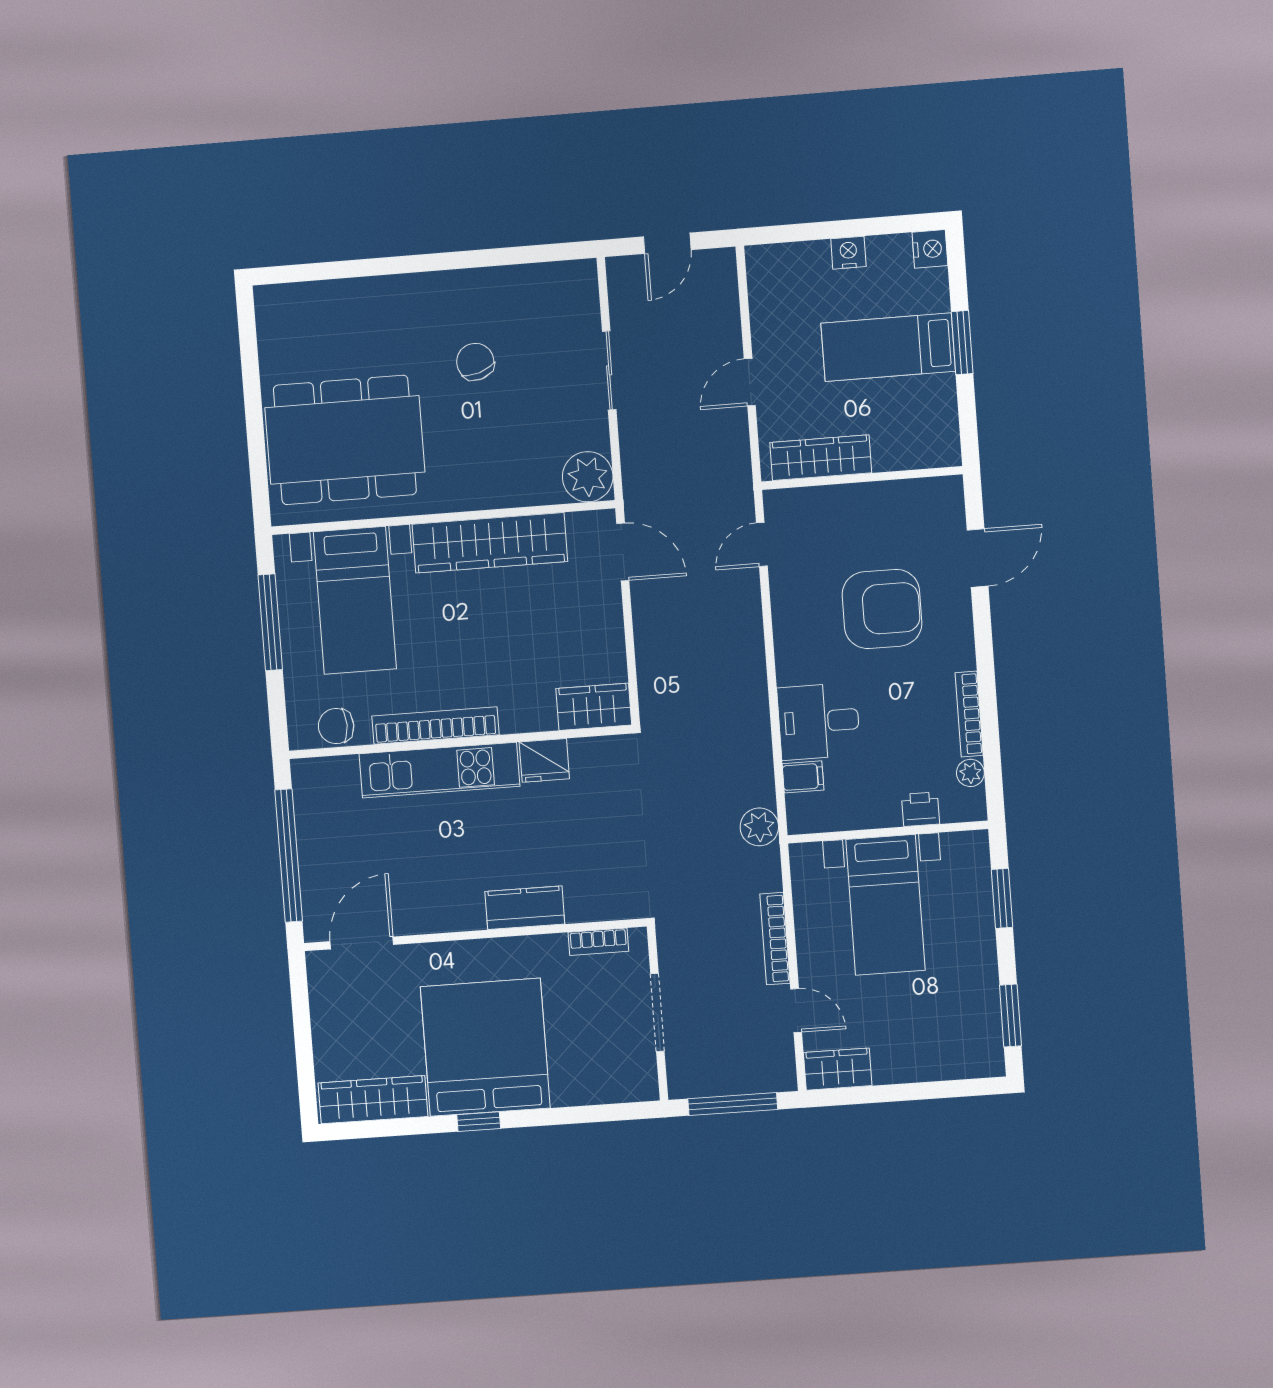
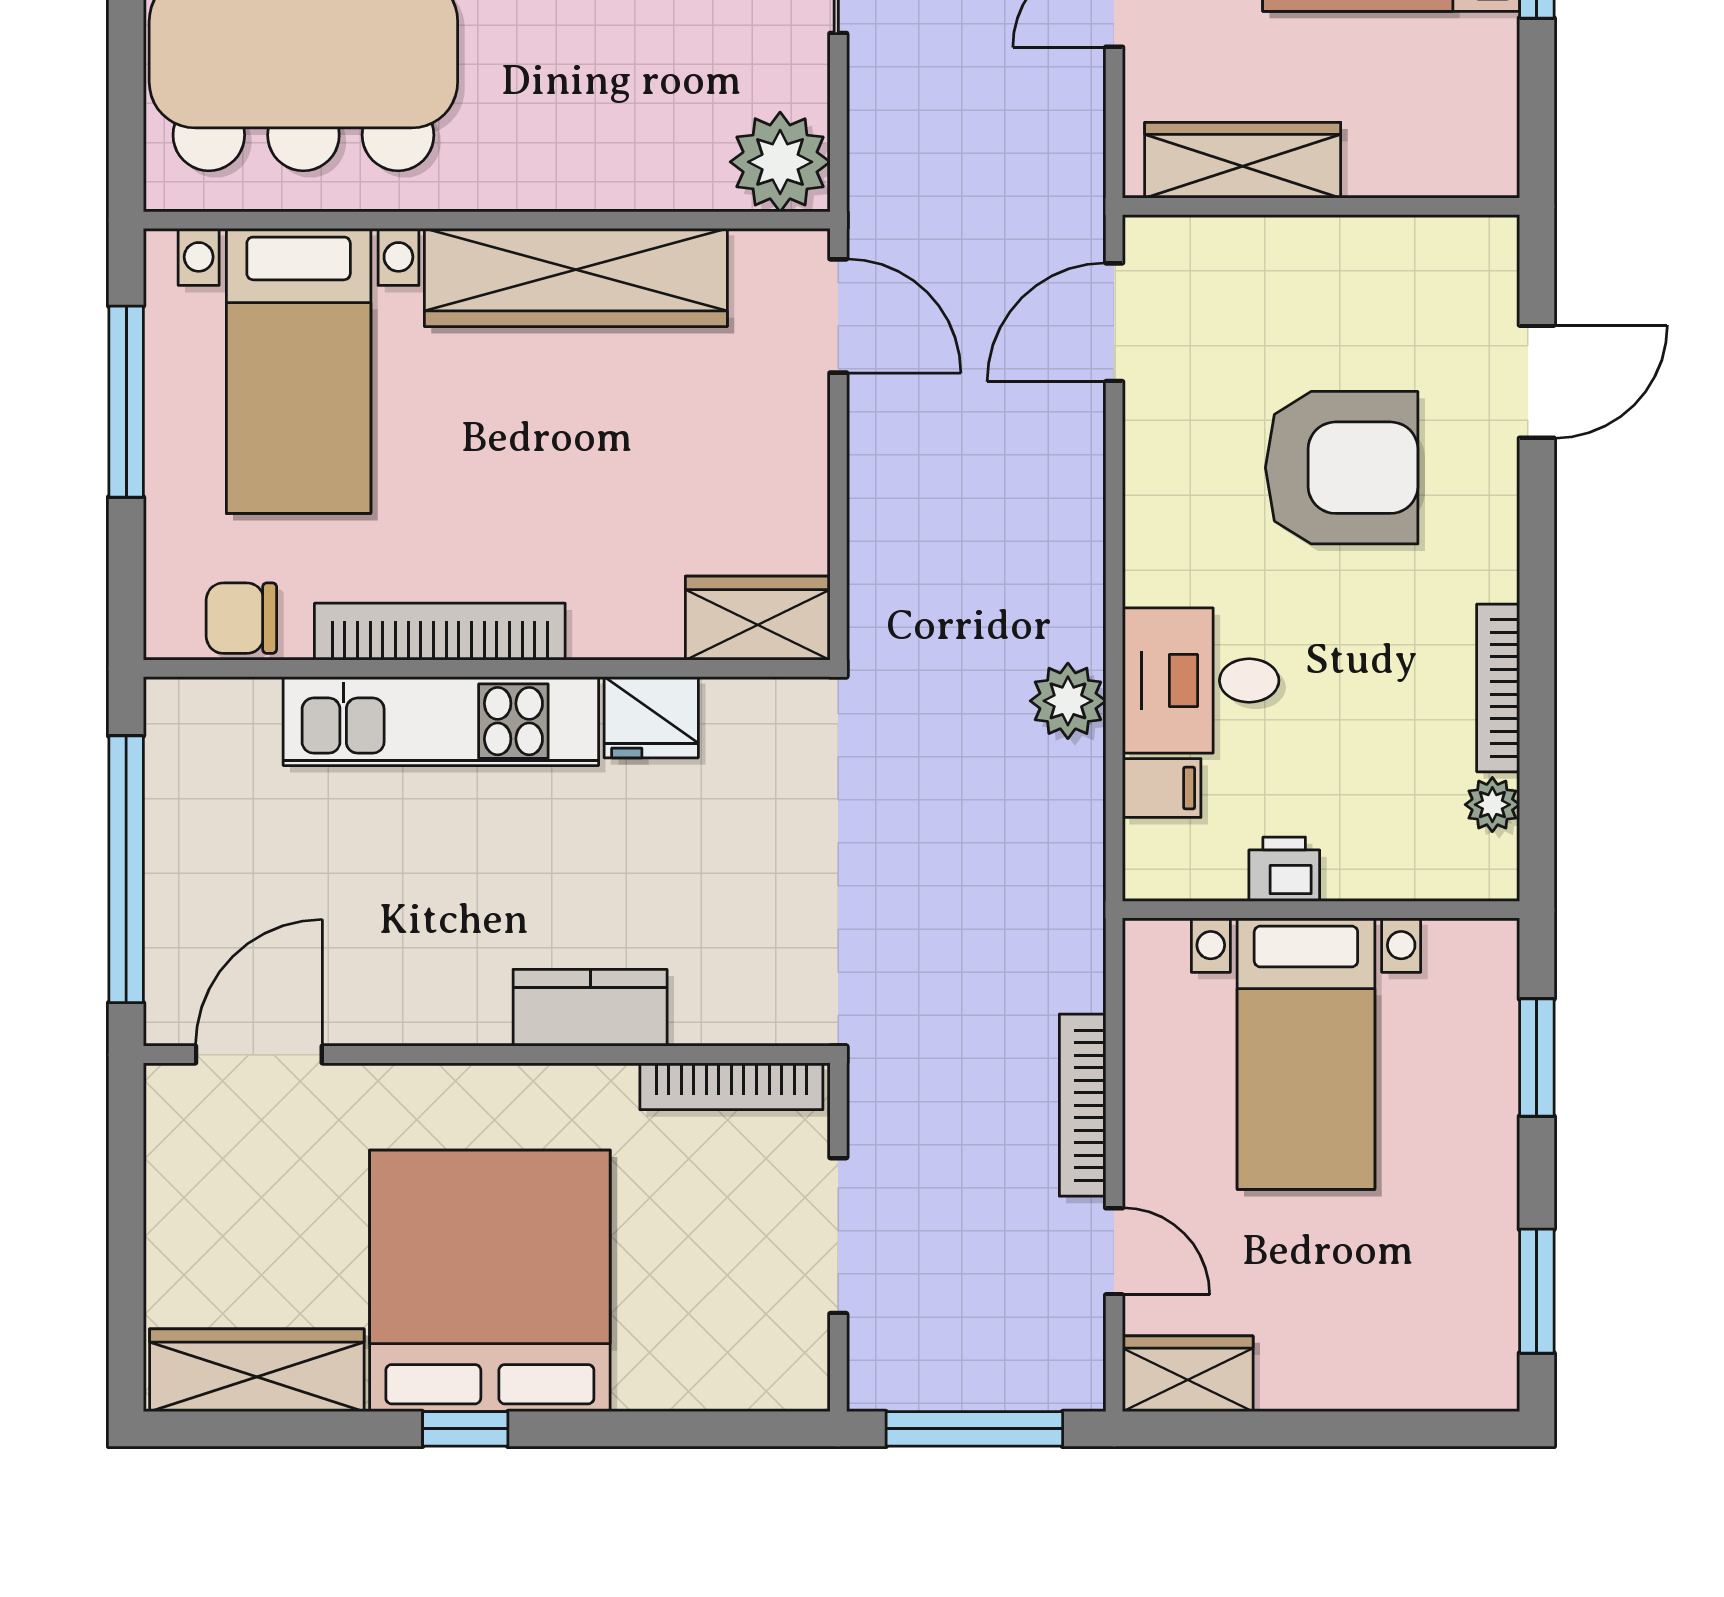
door: (762, 544) -> (1114, 322), width x1.38
printer: (921, 809) -> (1284, 869), moved
plant: (759, 827) -> (1068, 701), moved
bookcase: (598, 942) -> (731, 1086), width x1.56

